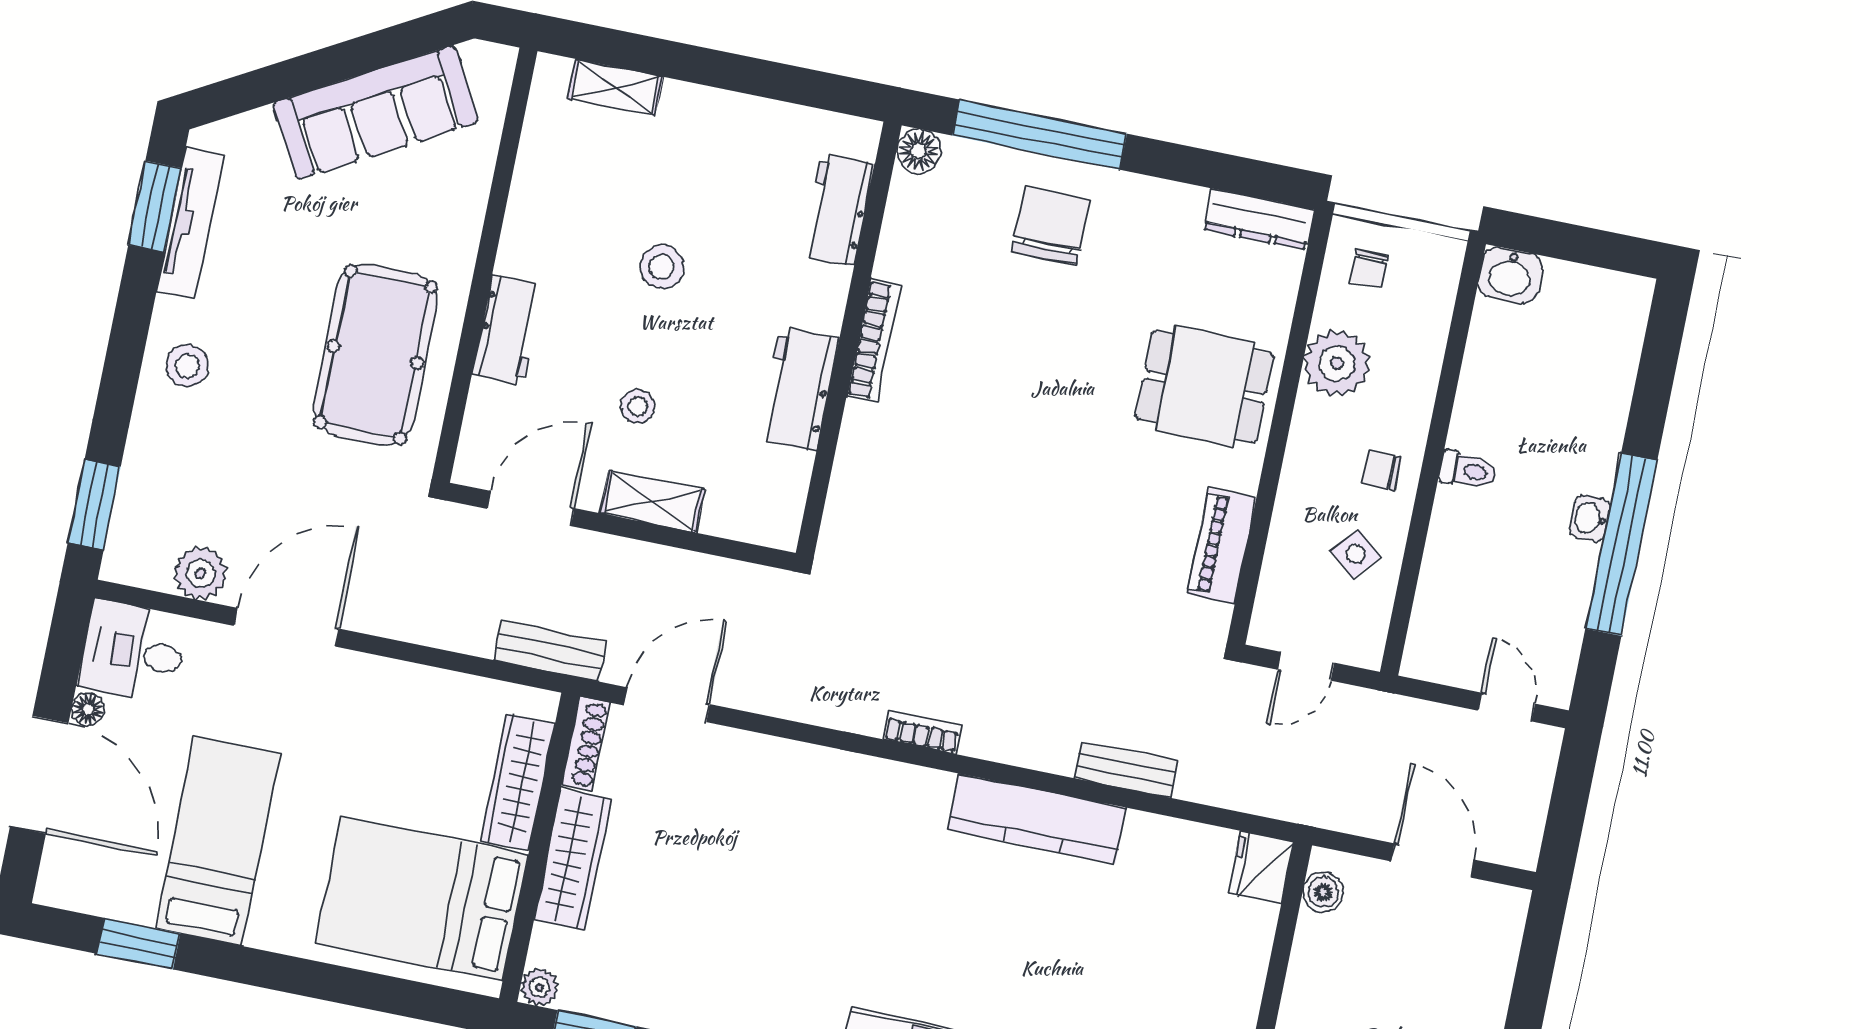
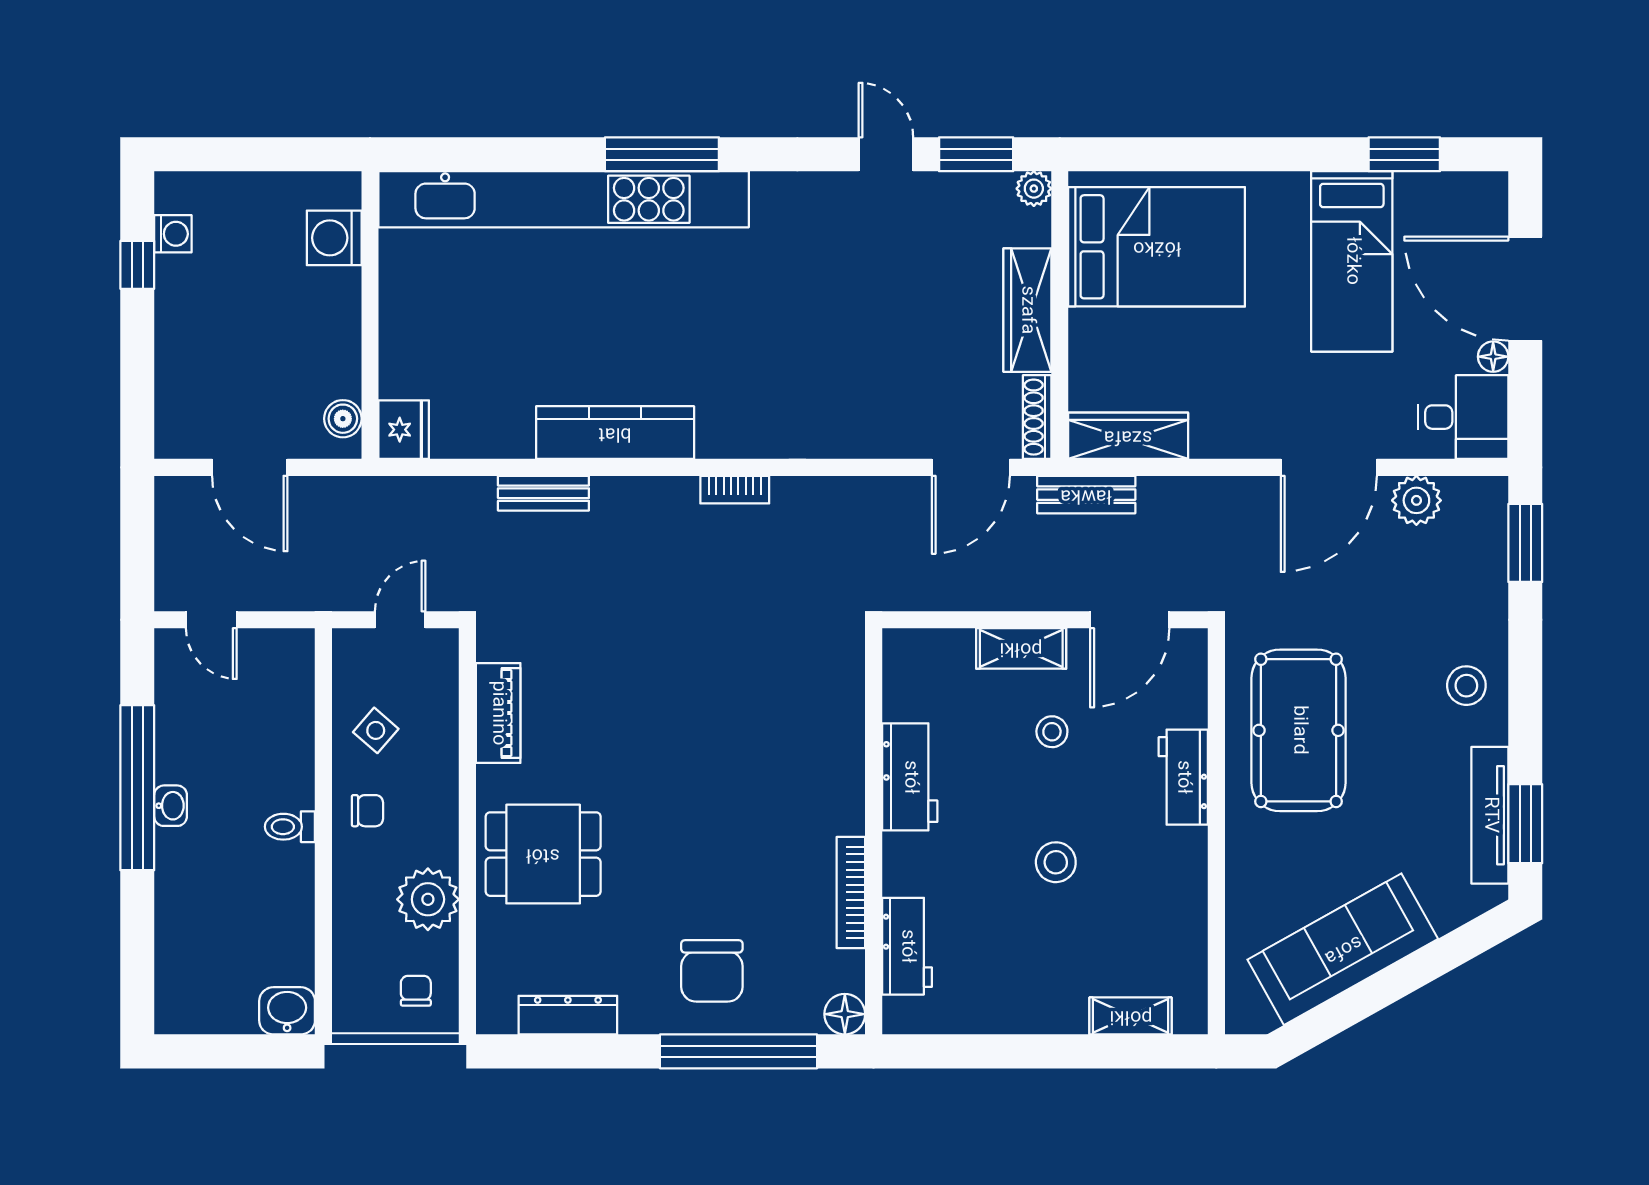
dresser: (1259, 219) -> (568, 1015), moved
bookcase: (873, 341) -> (851, 892), moved
wardrobe: (518, 782) -> (1128, 436), moved, turned -90

